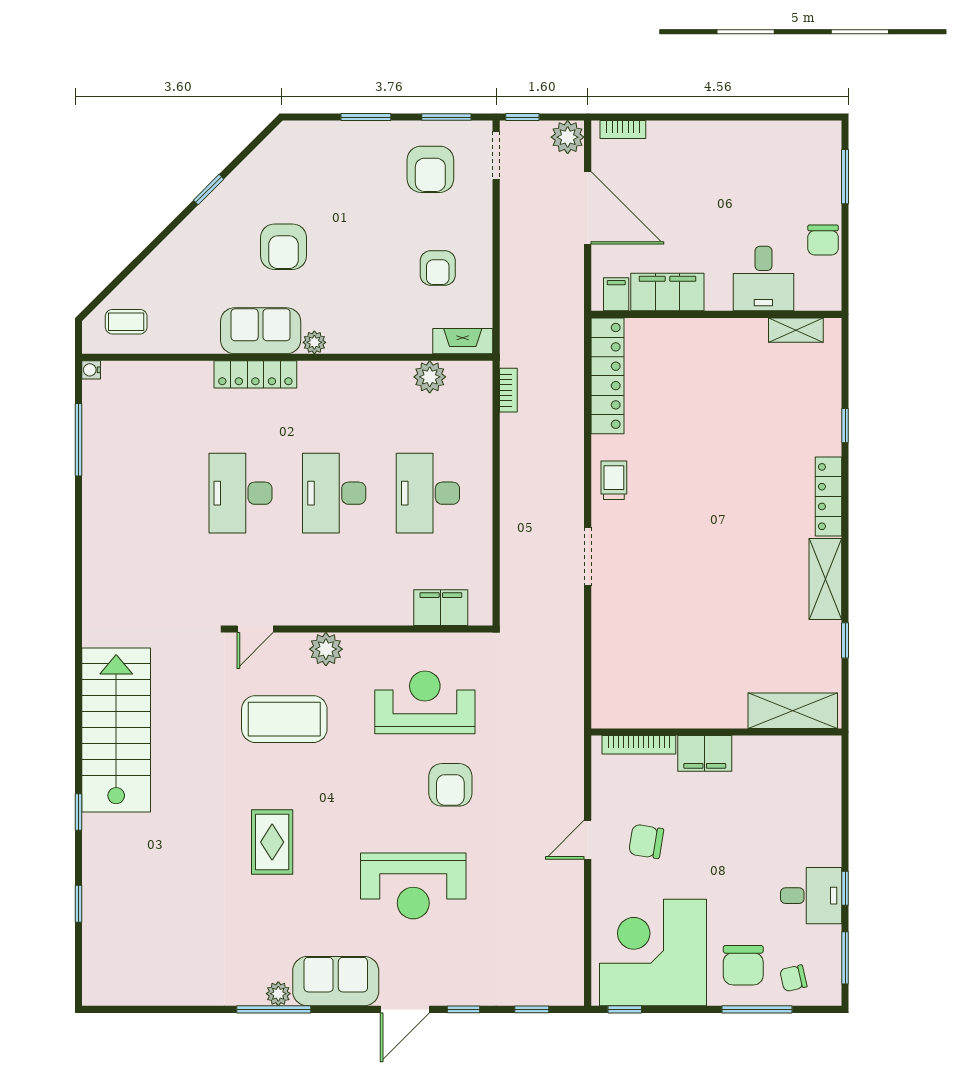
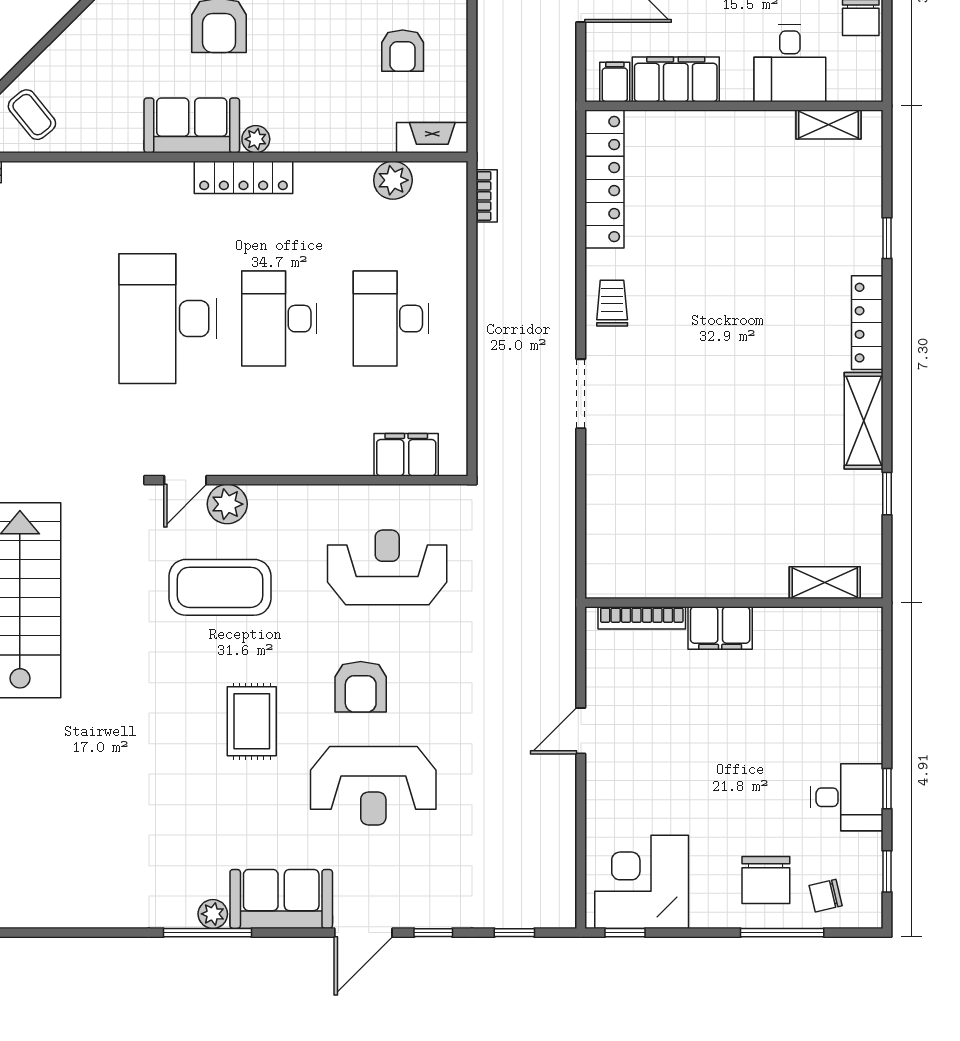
coffee table: (126, 322) -> (32, 115), turned 51
locker: (255, 374) -> (243, 177), moved
desk: (240, 493) -> (168, 319), width x1.36, depth x1.30
plant: (326, 649) -> (227, 504), moved
shelving: (793, 711) -> (825, 583), width x0.67, depth x0.75
armchair: (450, 785) -> (361, 687), moved
chair: (646, 841) -> (650, 733), removed
rug: (272, 842) -> (252, 721), moved
corner desk: (653, 953) -> (642, 882), width x0.74, depth x0.74
window: (845, 958) -> (887, 871), width x0.67

